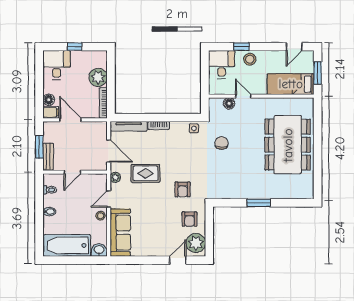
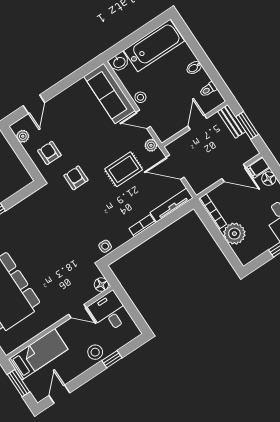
desk: (222, 64) -> (109, 312), moved, turned 180
floor lamp: (229, 103) -> (101, 285), moved
chair: (221, 143) -> (68, 250), removed
door: (109, 199) -> (143, 119), swing flipped
plant: (196, 243) -> (23, 136), width x0.53, depth x0.53

